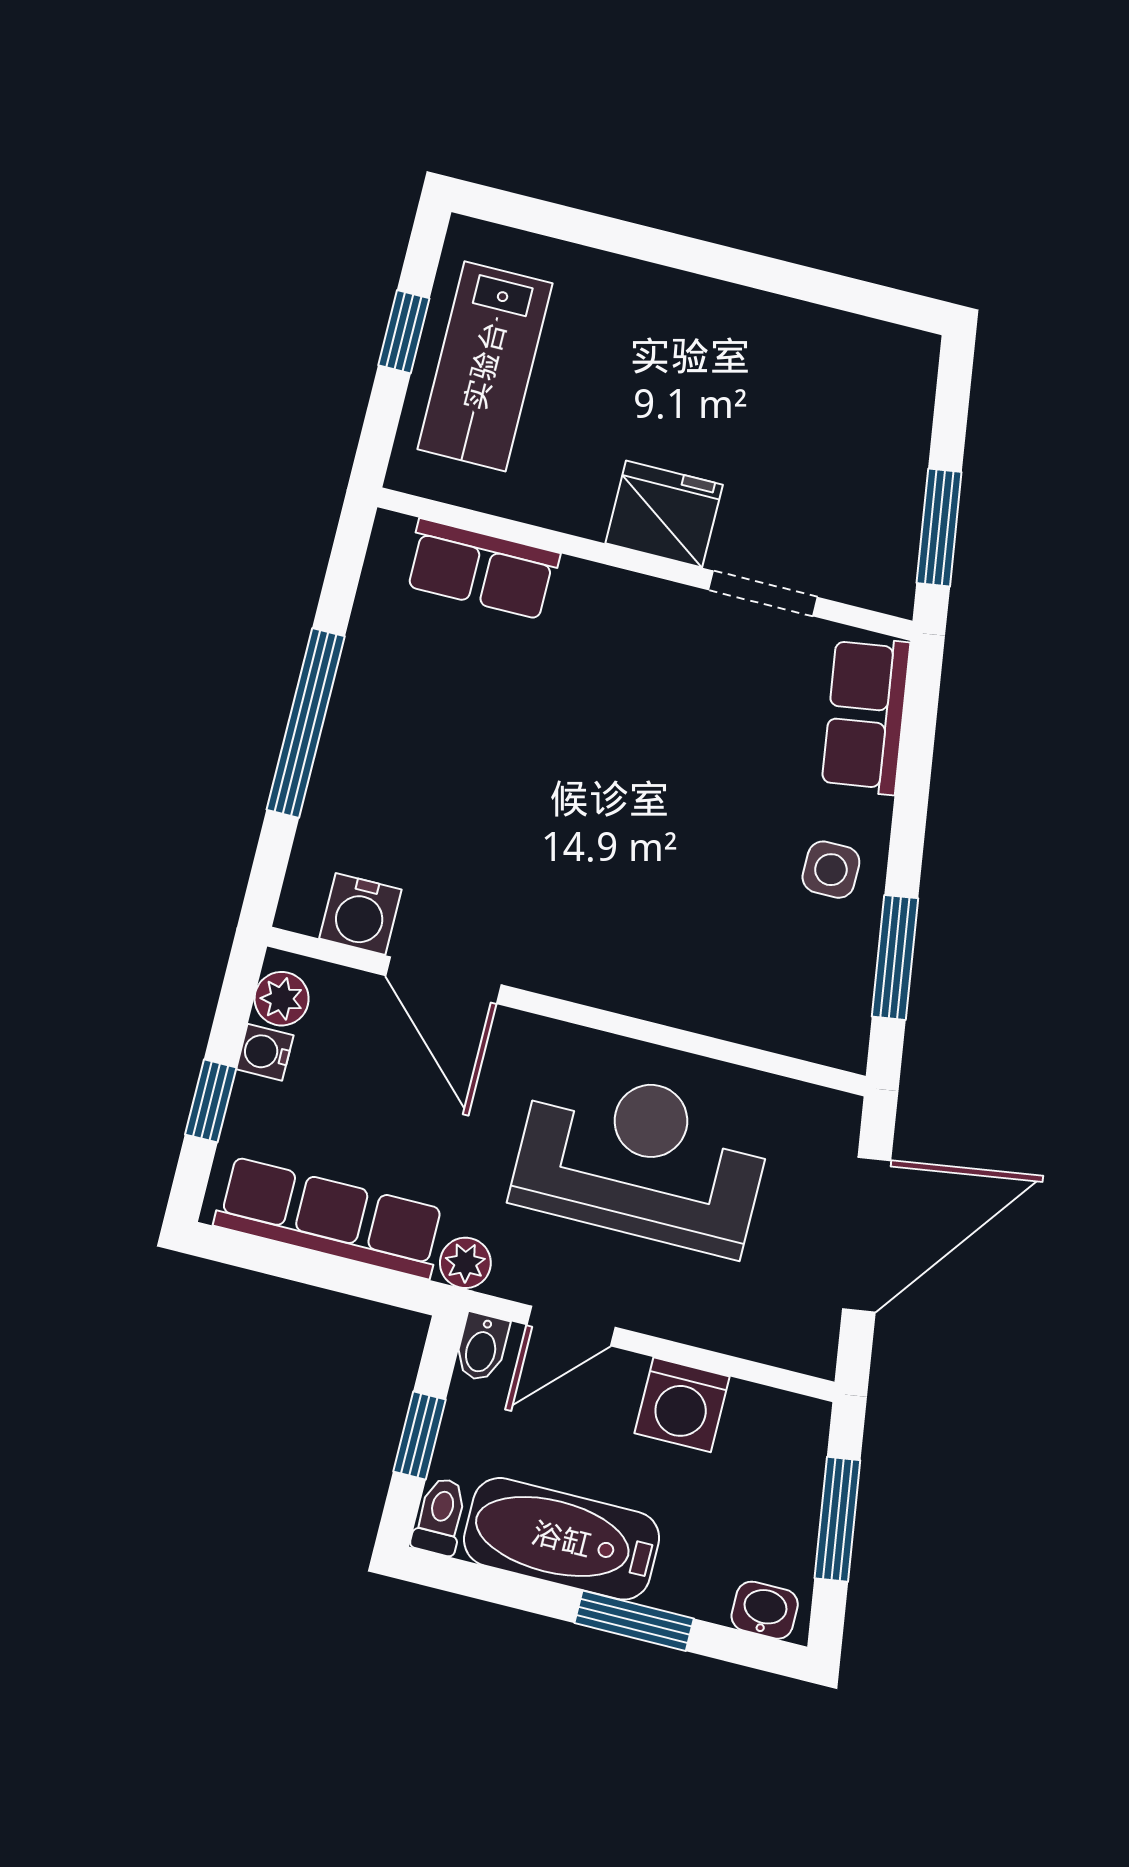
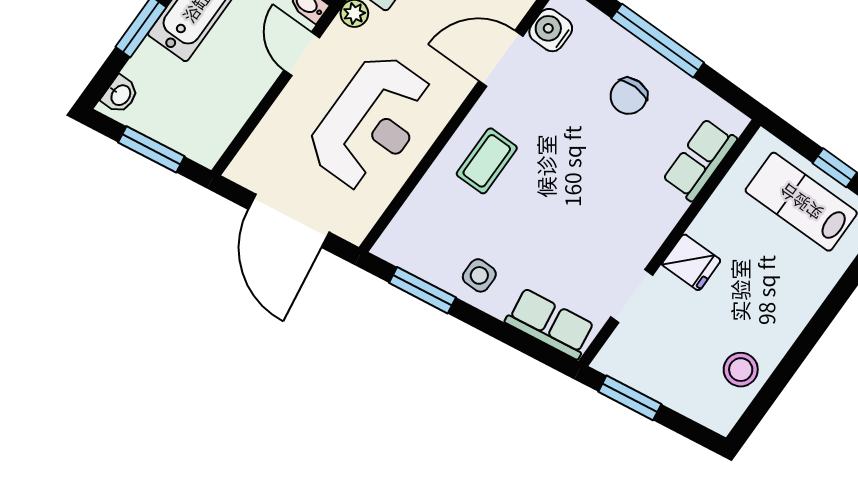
stool: (815, 356) -> (741, 370), added
fridge: (664, 514) -> (691, 262), width x0.72
chair: (421, 735) -> (629, 96), added
coffee table: (629, 935) -> (487, 161), added
washing machine: (682, 1405) -> (240, 94), removed

